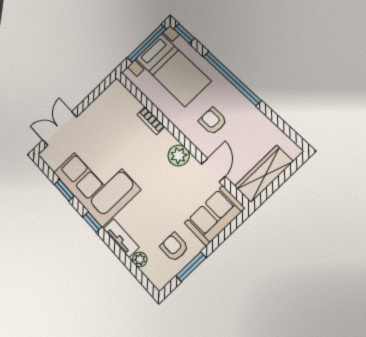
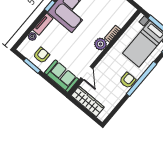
armchair: (213, 121) -> (128, 80), moved
plant: (179, 155) -> (101, 44), moved
door: (213, 170) -> (87, 73), hinge flipped

